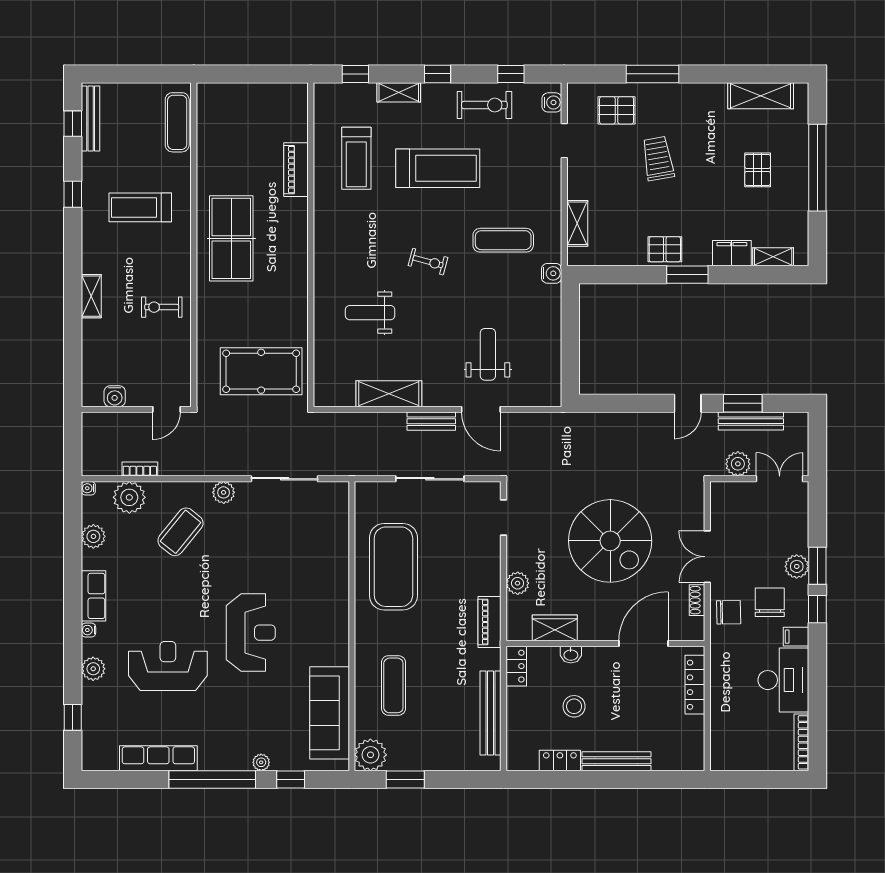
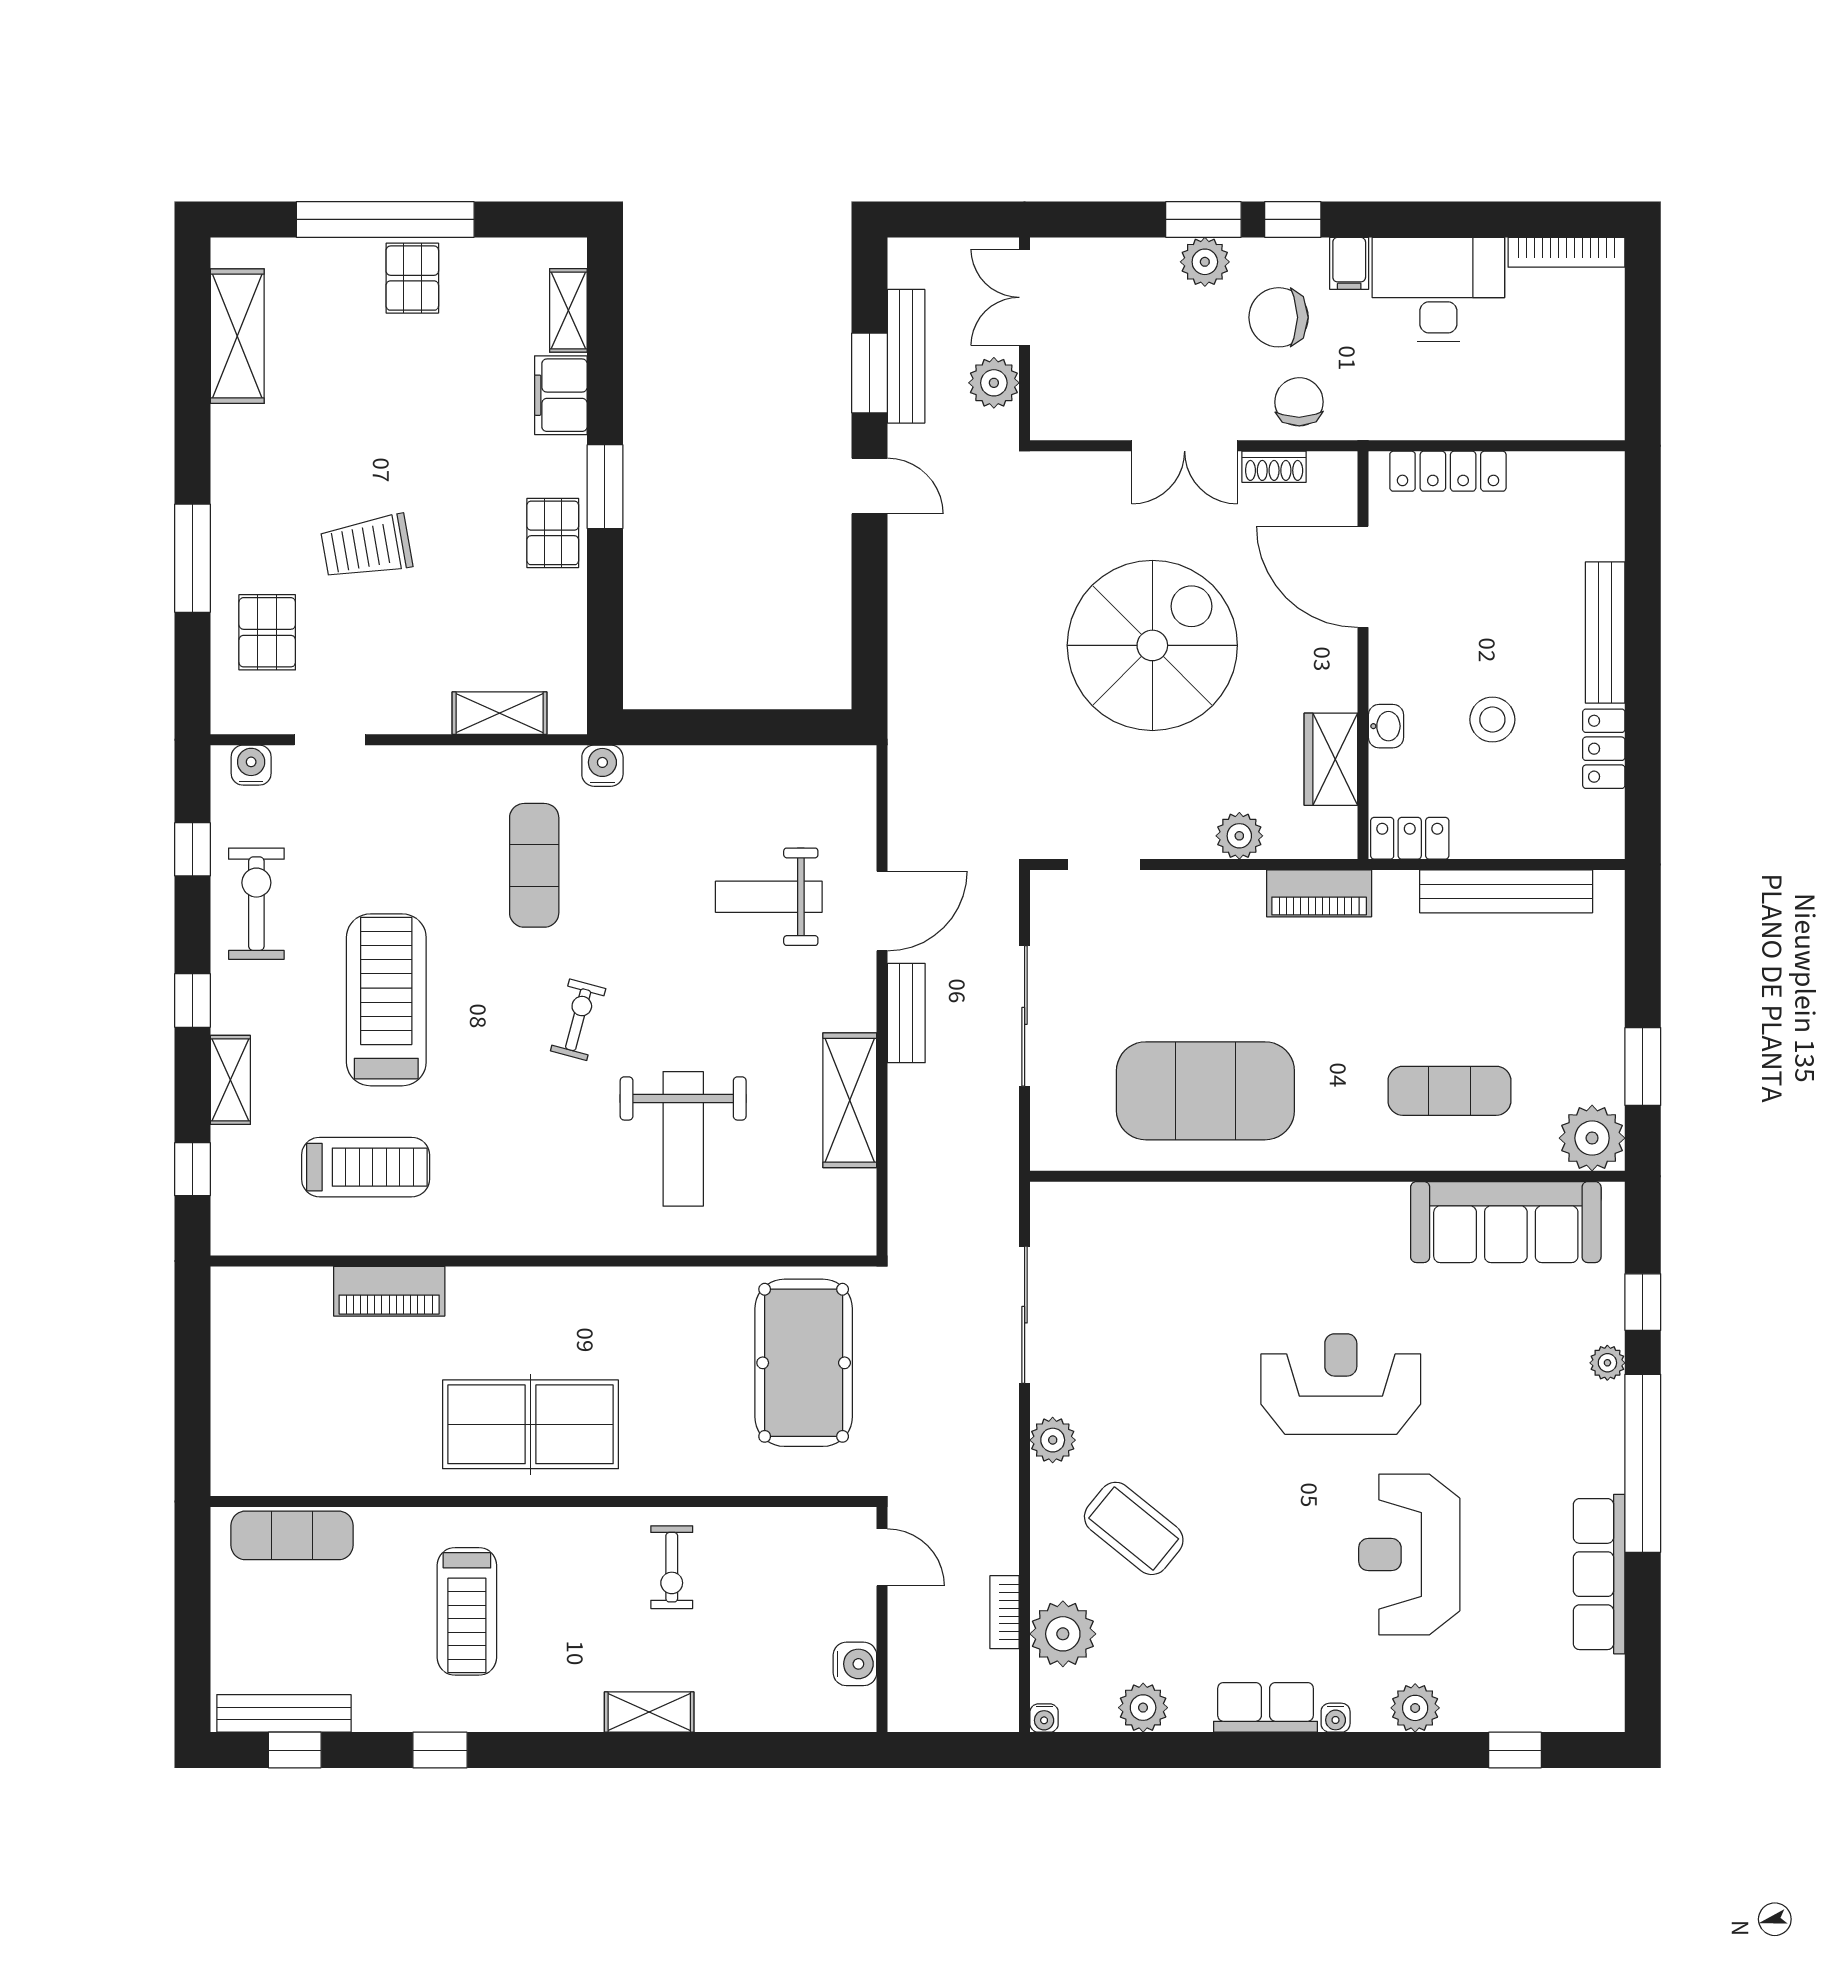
pallet: (758, 170) -> (412, 278), moved, turned 90
weight bench: (370, 313) -> (683, 1139), width x1.36, depth x1.33

